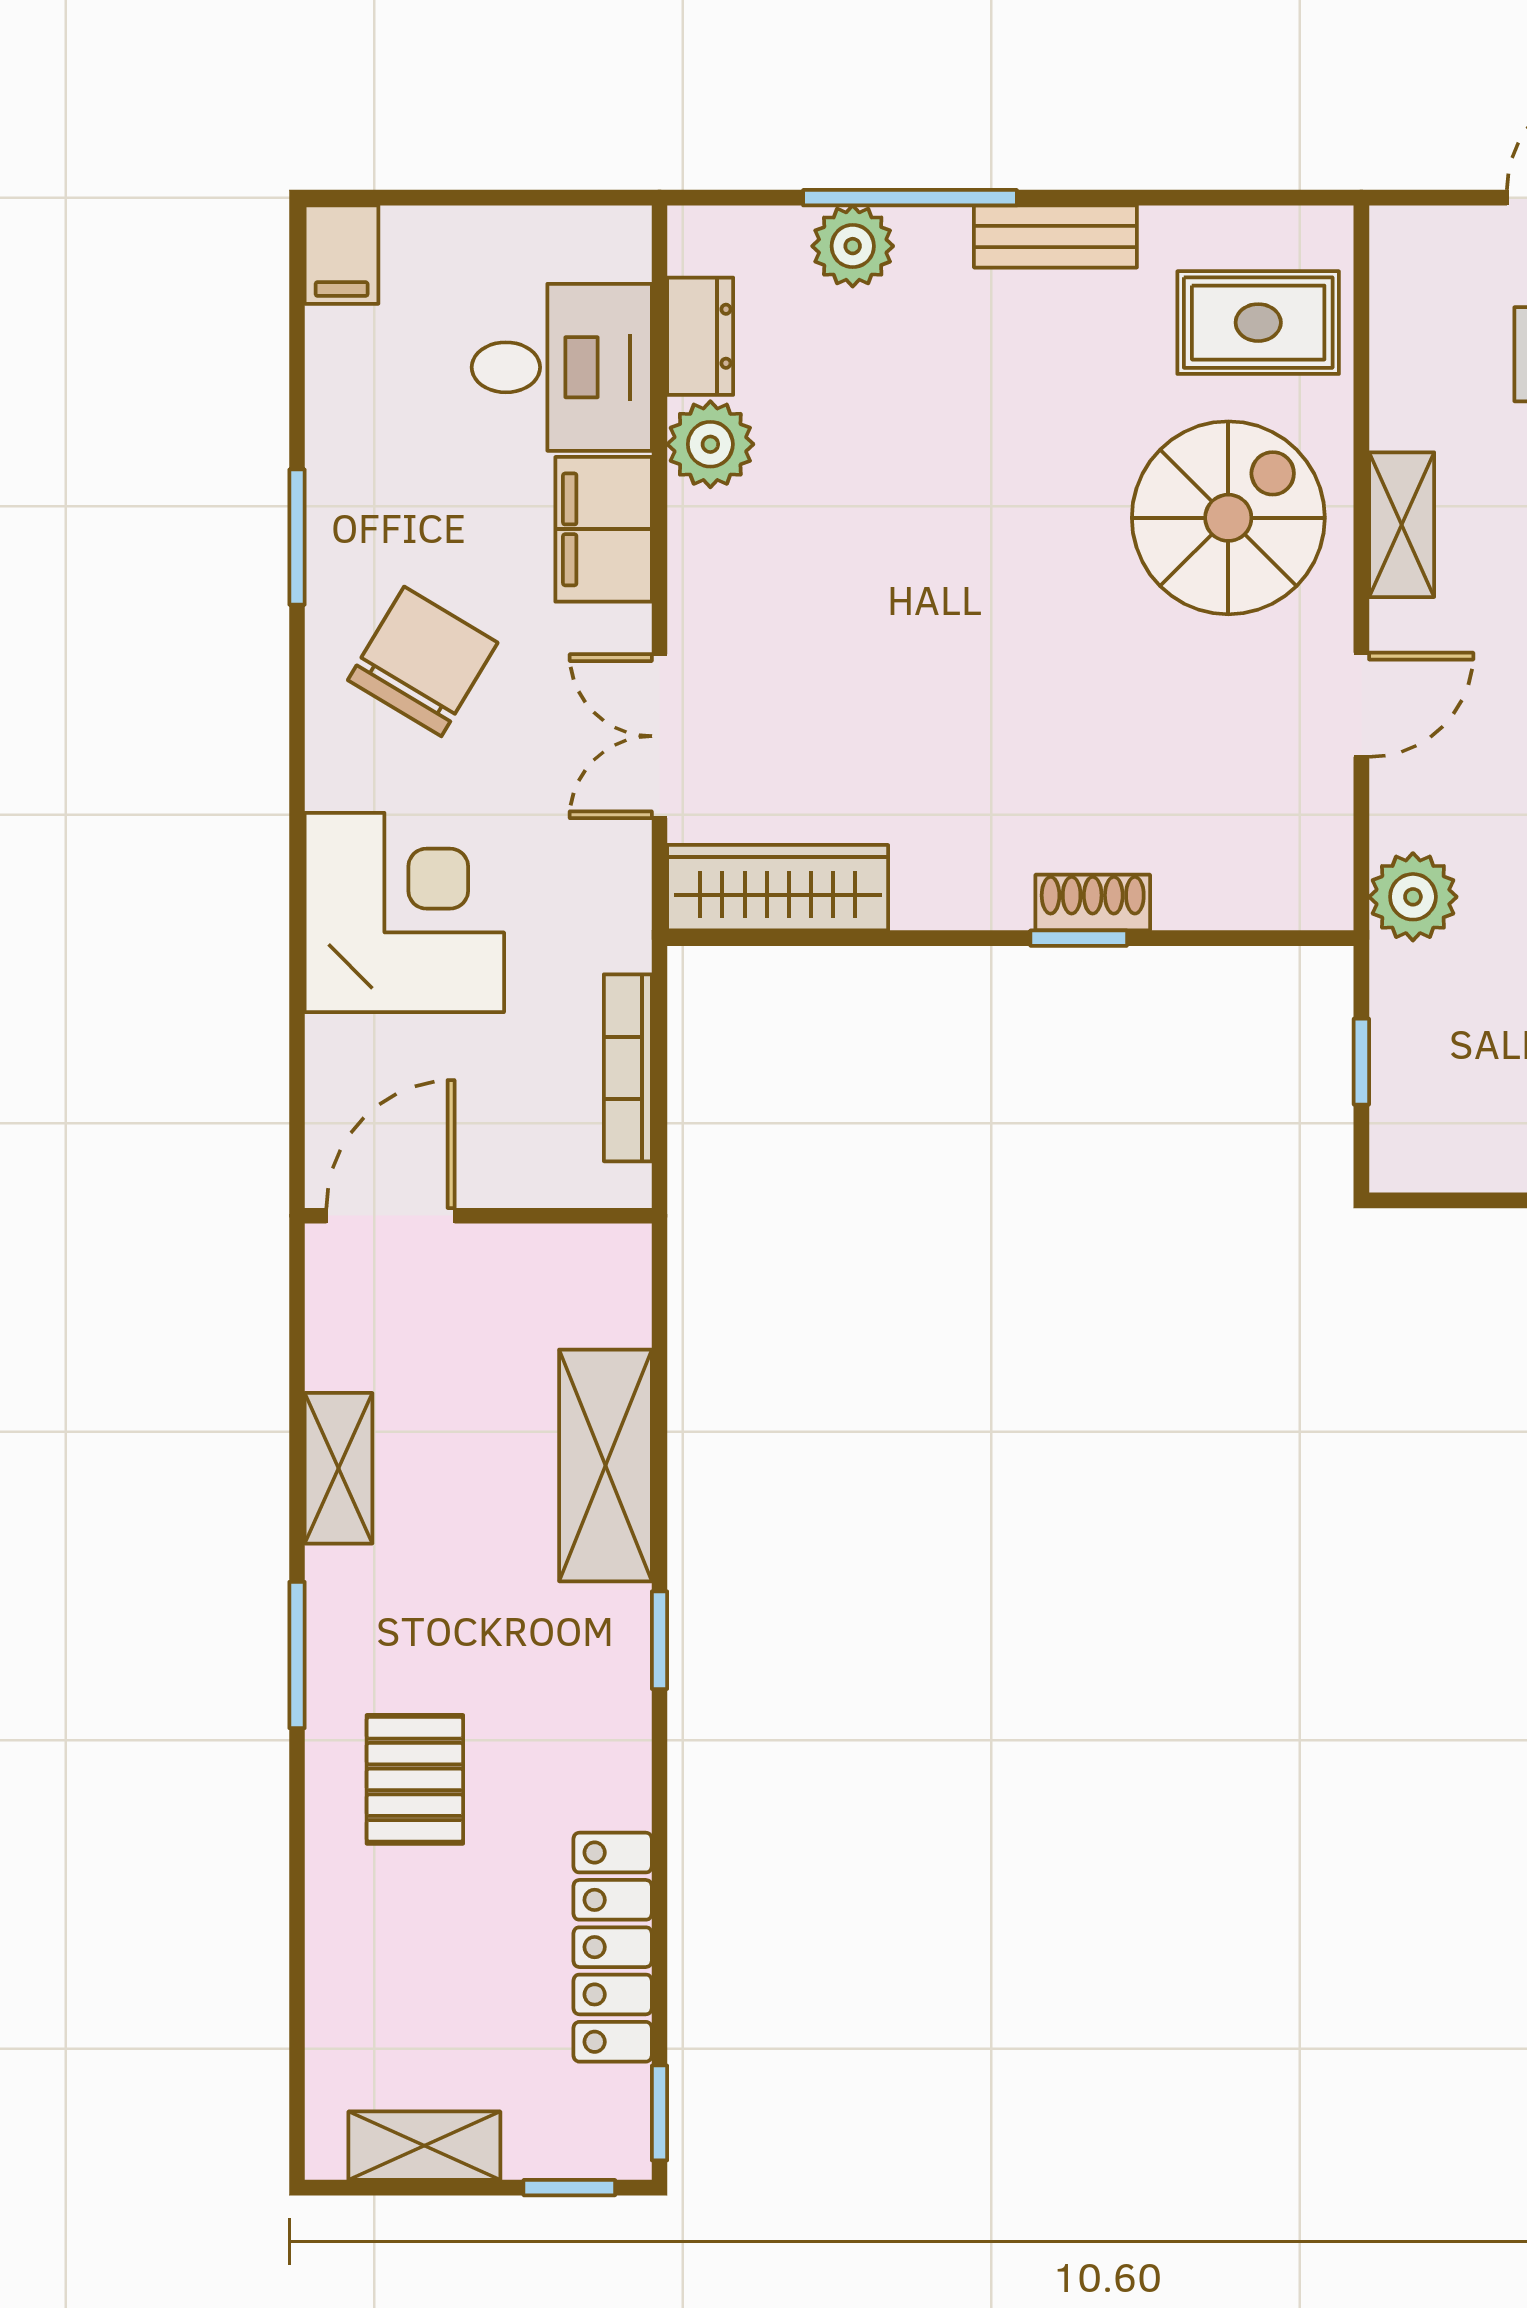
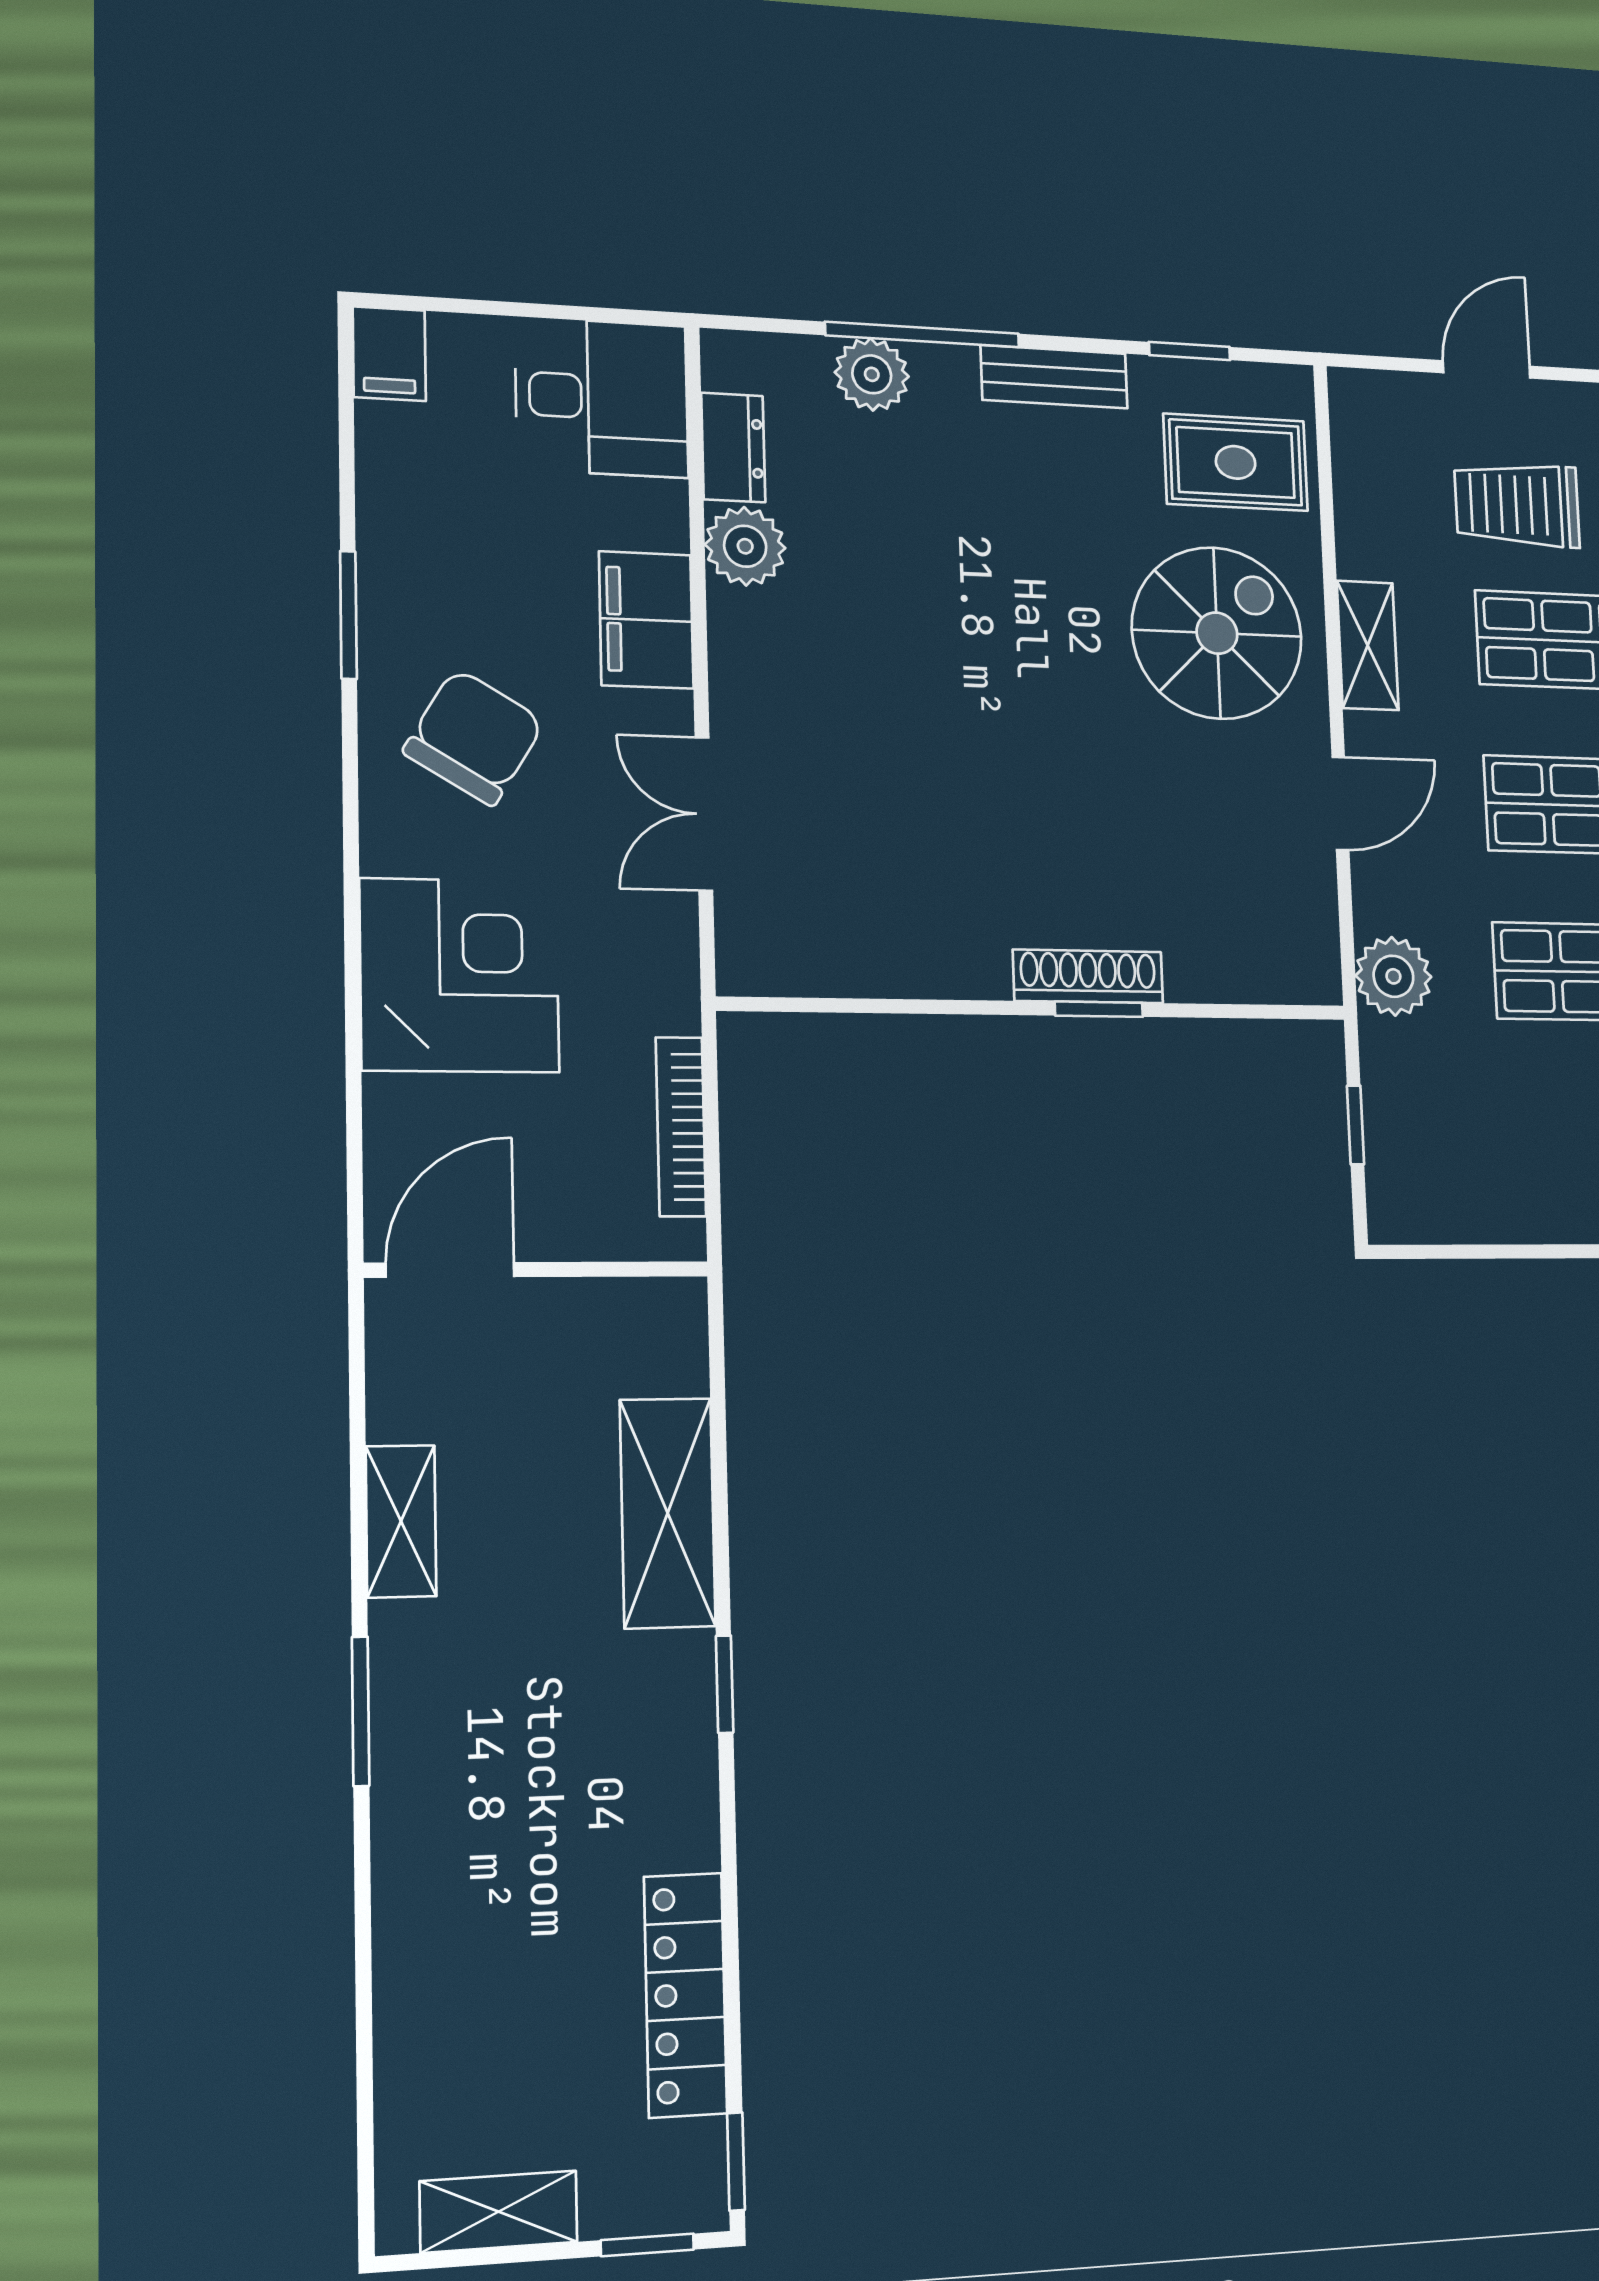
window: (1211, 198) -> (1190, 351), added
desk: (562, 367) -> (602, 397), moved
wardrobe: (778, 888) -> (819, 958), removed
shoe rack: (1093, 903) -> (1088, 976), width x1.43
pallet: (415, 1779) -> (483, 1834), removed

